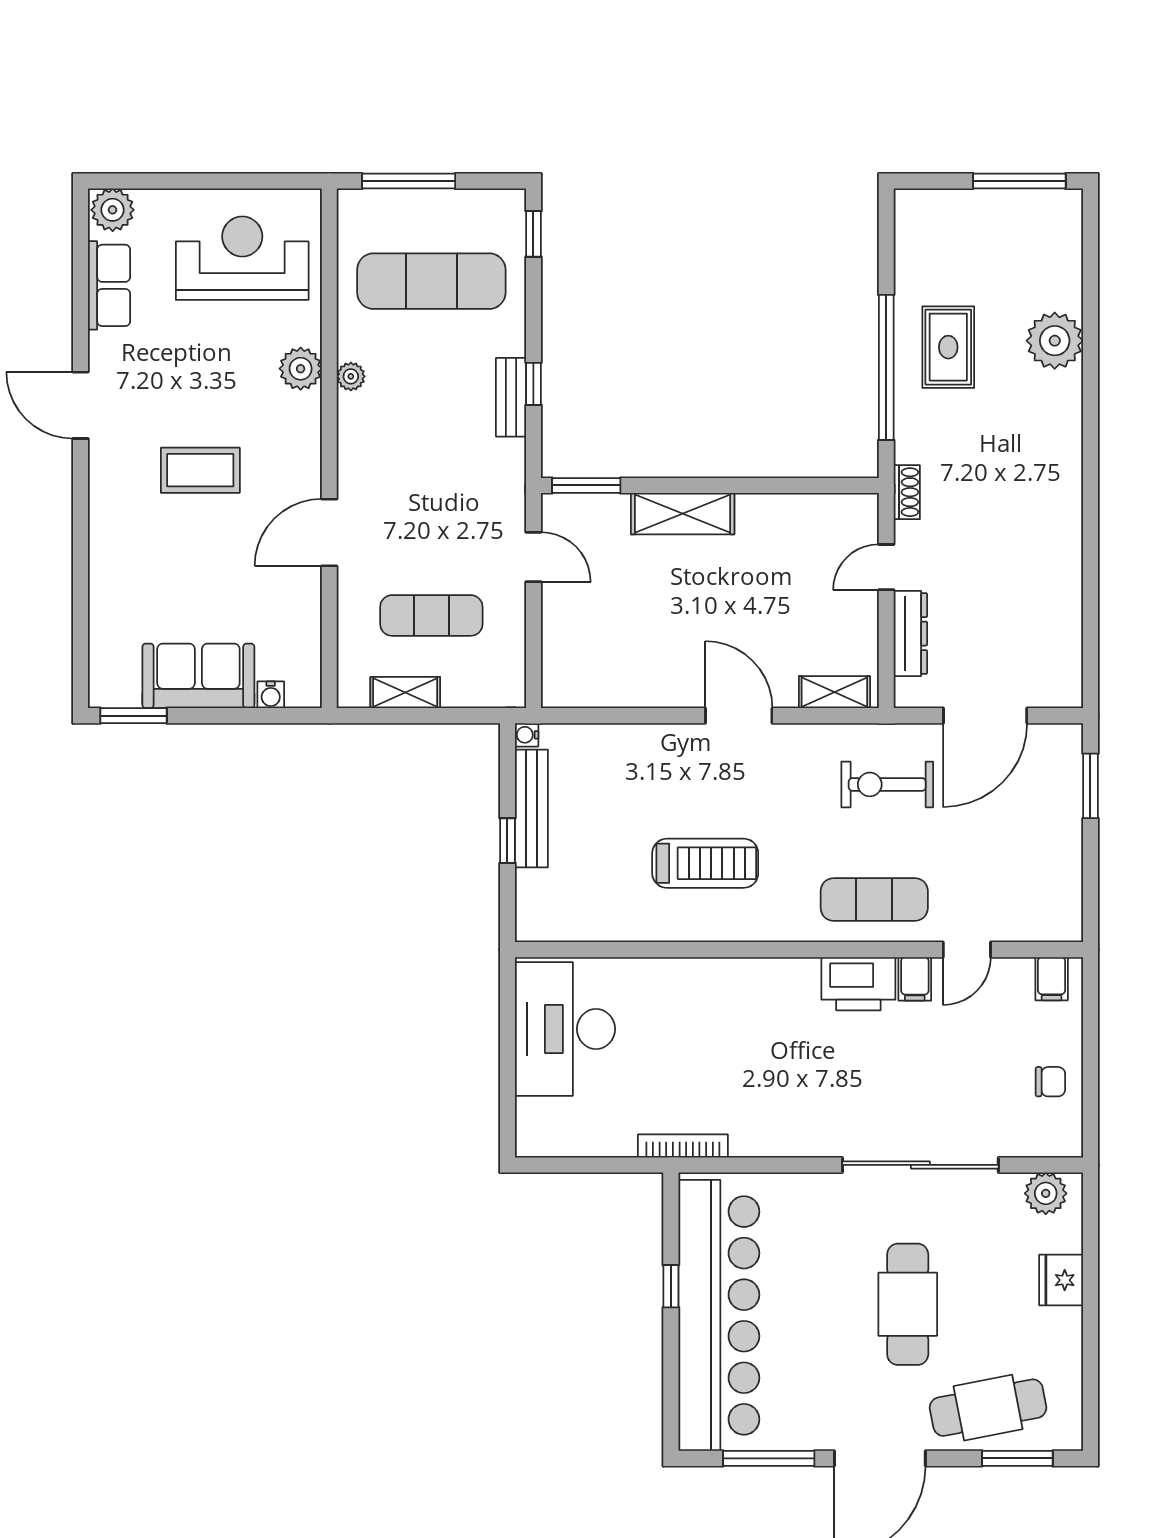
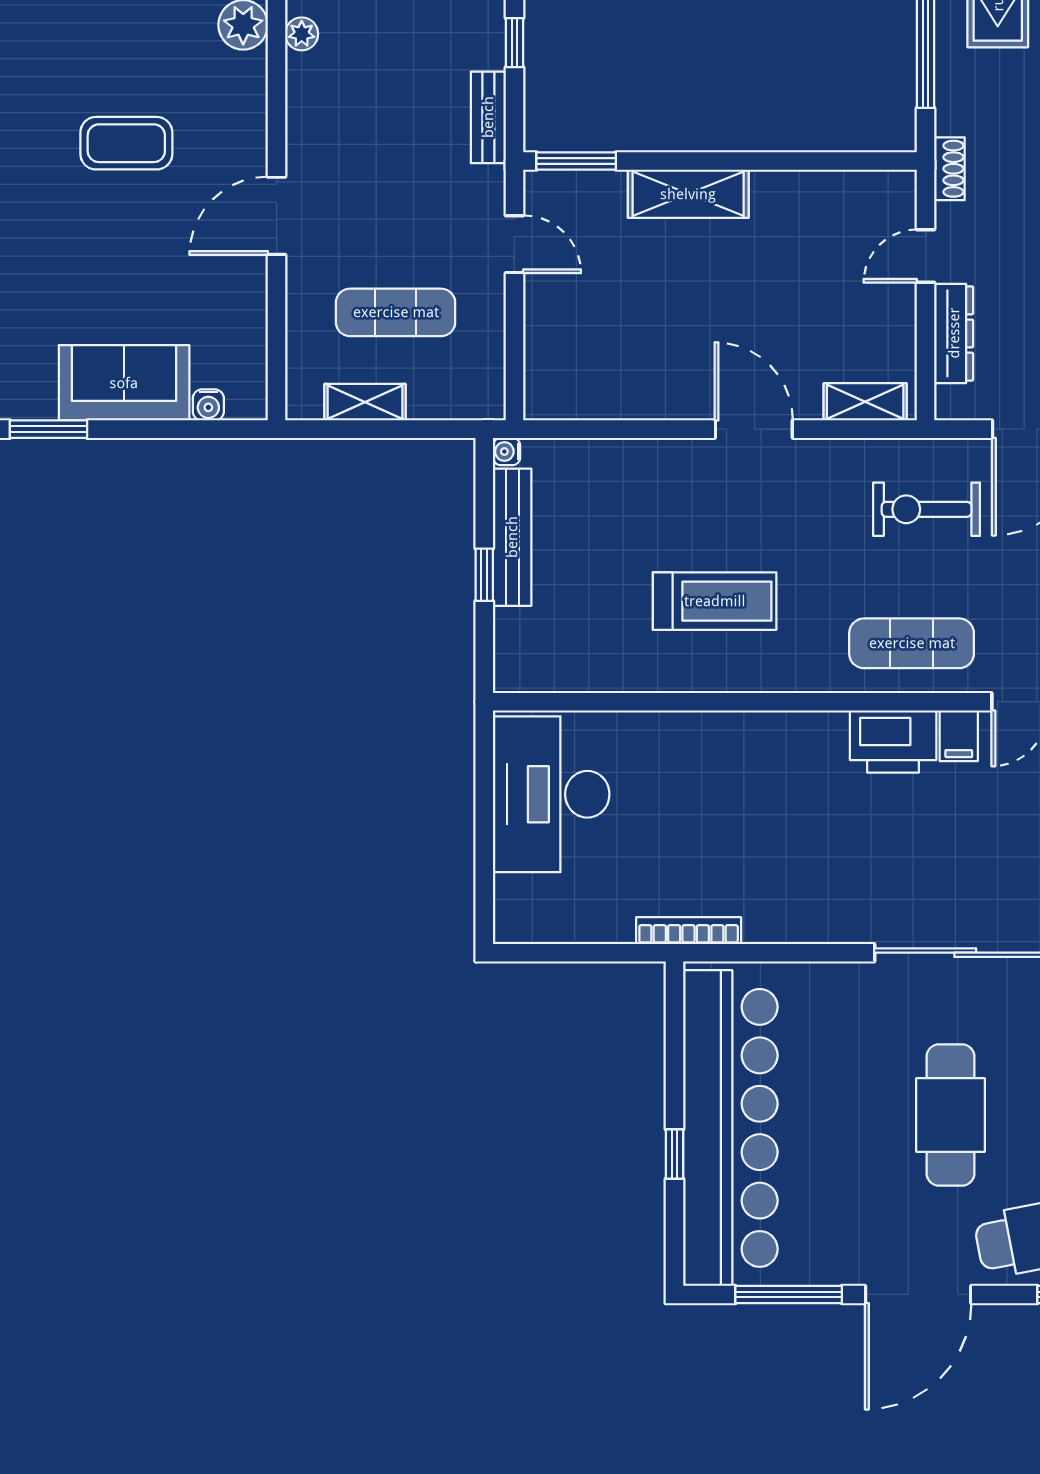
bench: (511, 397) -> (488, 117), moved
window: (671, 1286) -> (675, 1154), moved

